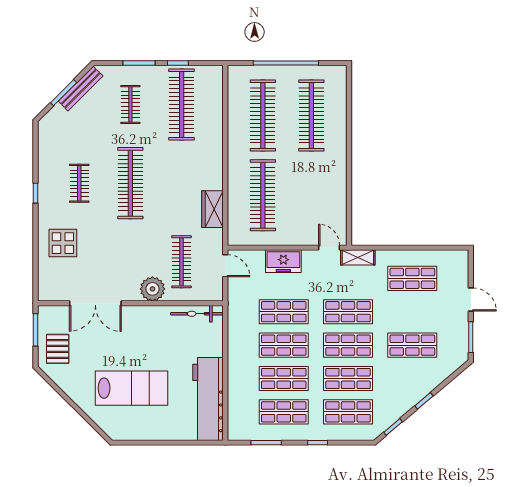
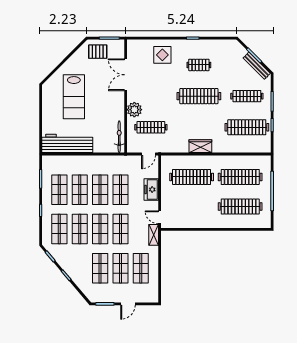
clothes rail: (130, 105) -> (247, 96), width x1.36
wardrobe: (212, 209) -> (200, 146), moved
door: (329, 248) -> (160, 217), swing flipped
shop shelf: (412, 312) -> (120, 268), added

